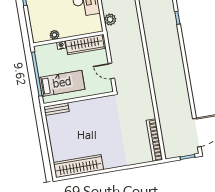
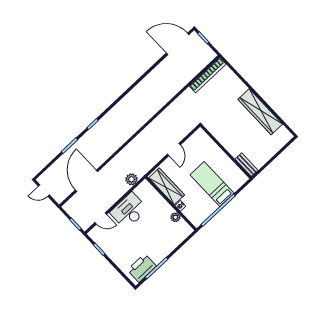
wall: (79, 99) -> (226, 152), moved
bench: (56, 109) -> (246, 165), moved
wardrobe: (78, 166) -> (260, 112), moved

